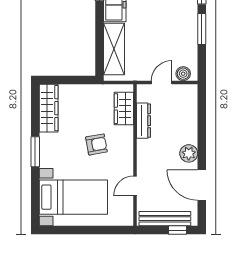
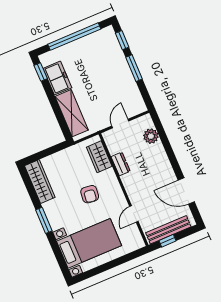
boiler: (183, 74) -> (134, 109), removed
dresser: (144, 121) -> (121, 164), width x0.70
armchair: (96, 144) -> (90, 194), turned 107
plant: (189, 153) -> (151, 136), moved
window: (178, 230) -> (167, 241), moved

